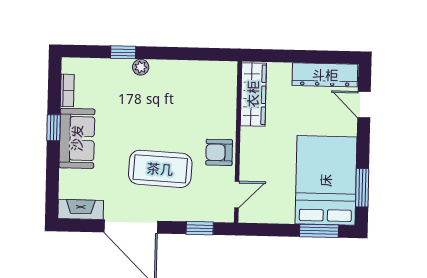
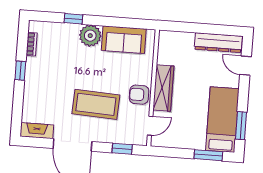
plant: (141, 67) -> (90, 36), width x1.87, depth x1.87
wardrobe: (253, 94) -> (163, 88), moved
sofa: (77, 138) -> (124, 40), moved, turned 90
bed: (326, 180) -> (222, 120), width x0.67

